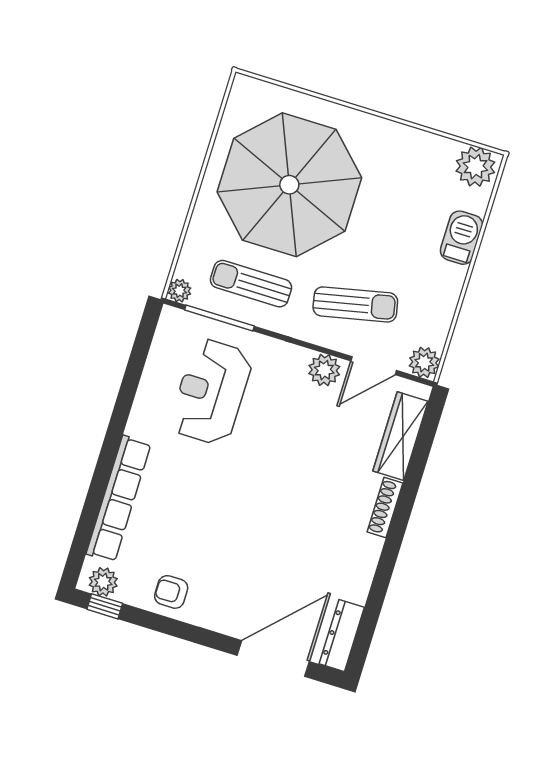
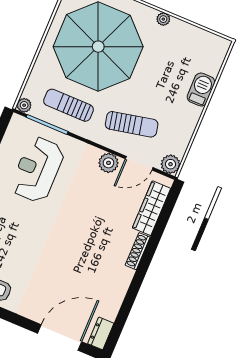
plant: (475, 167) -> (163, 19), moved, width x0.53, depth x0.53
dresser: (342, 636) -> (101, 333), width x0.70

